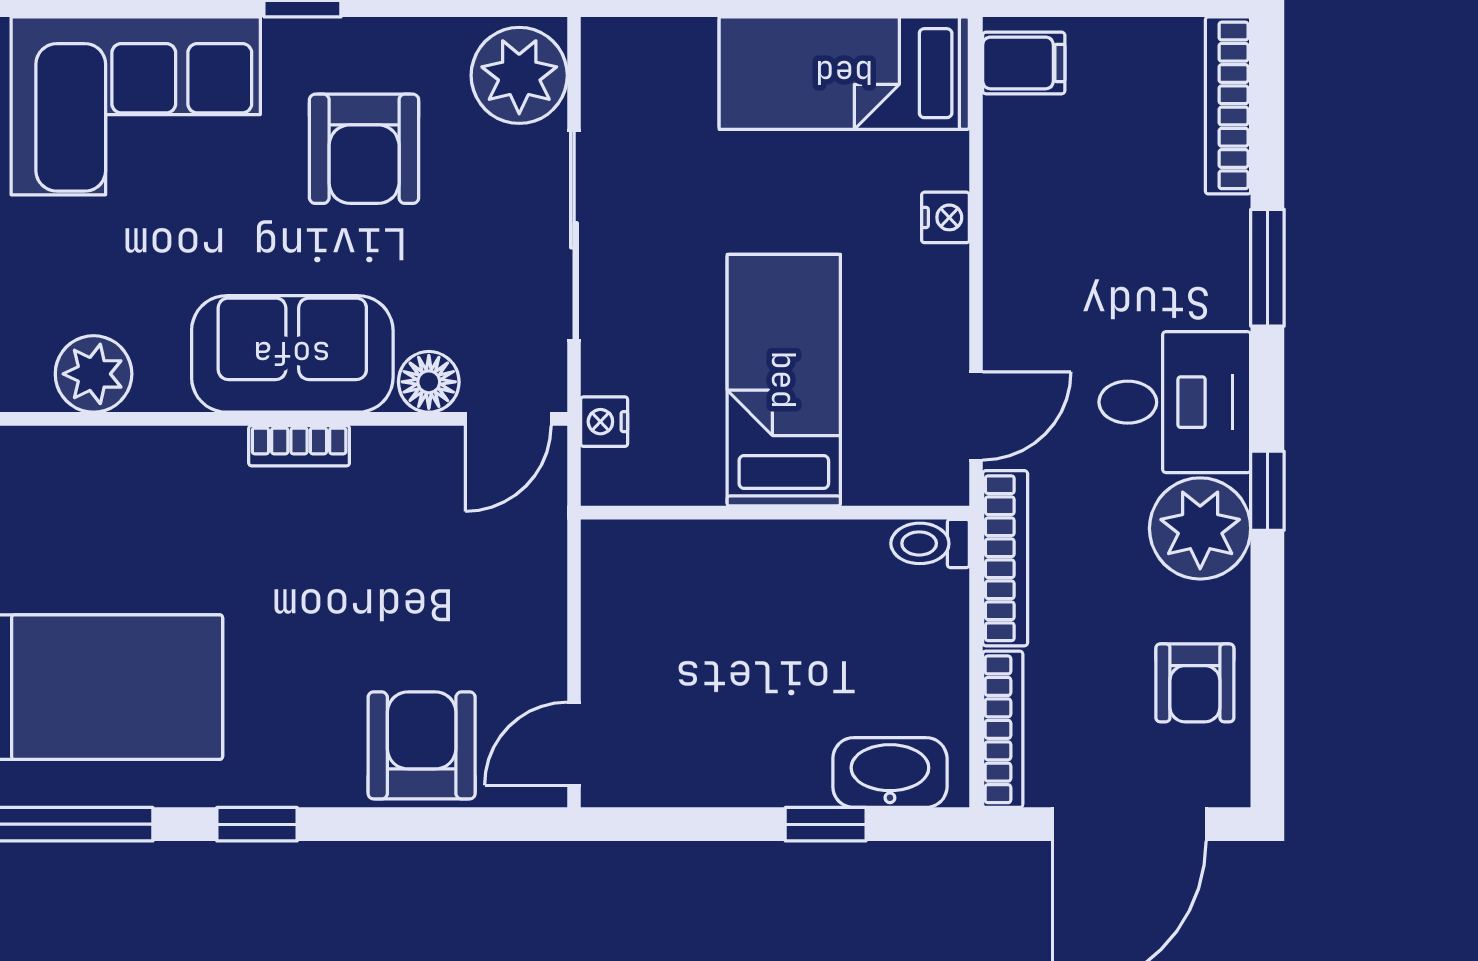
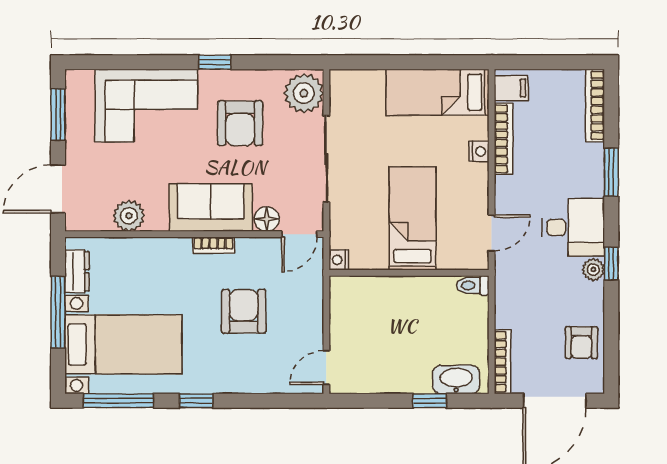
nightstand: (604, 422) -> (339, 260), moved
plant: (1200, 528) -> (593, 270), width x0.53, depth x0.53
bookcase: (1005, 558) -> (503, 139), moved
armchair: (422, 745) -> (244, 311), moved

